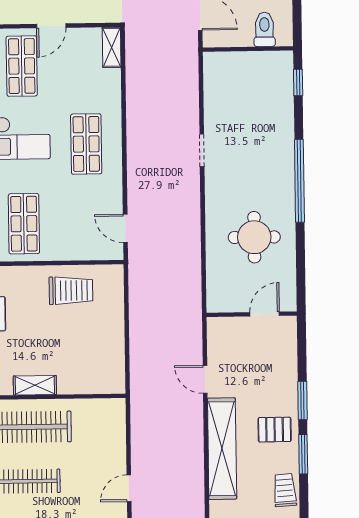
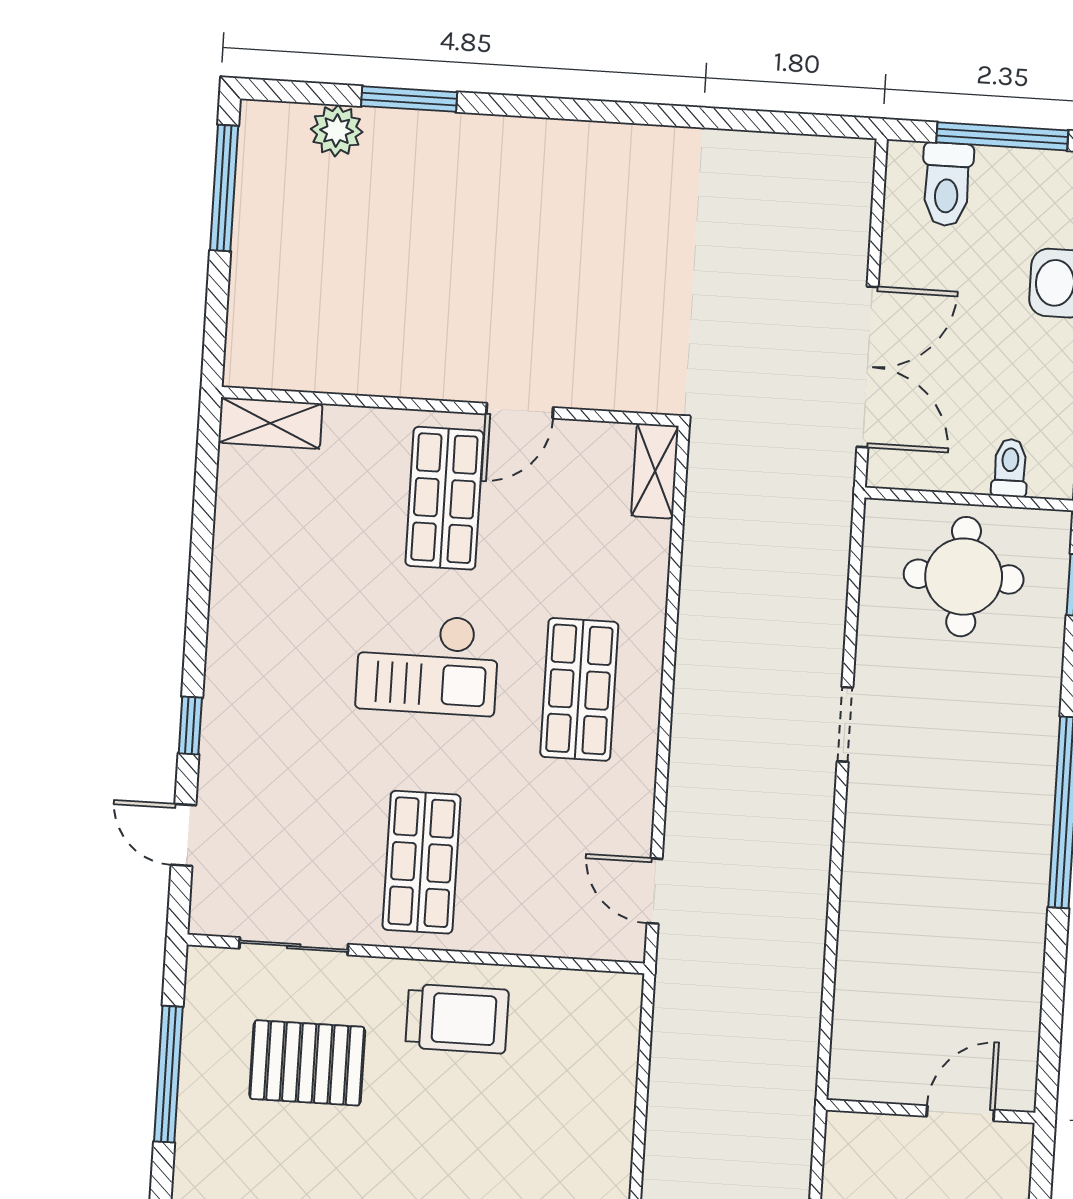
toilet: (264, 29) -> (1010, 468), width x0.73, depth x0.72
round table: (254, 237) -> (964, 577), moved
trolley: (71, 291) -> (457, 1019), moved

